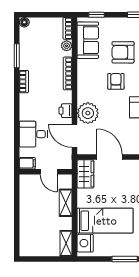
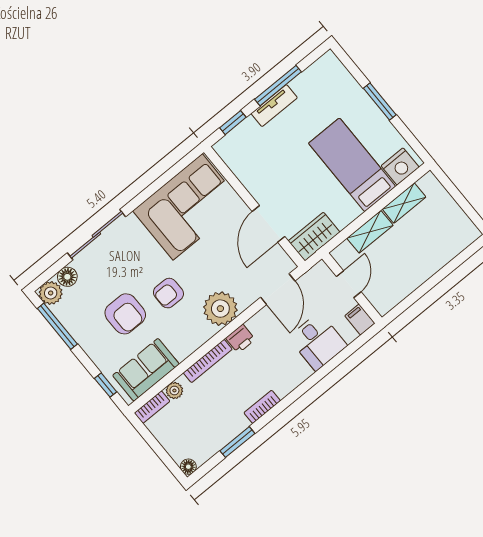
printer: (65, 111) -> (240, 339), moved
plant: (88, 113) -> (220, 309), moved
shelving: (66, 243) -> (404, 203), moved

